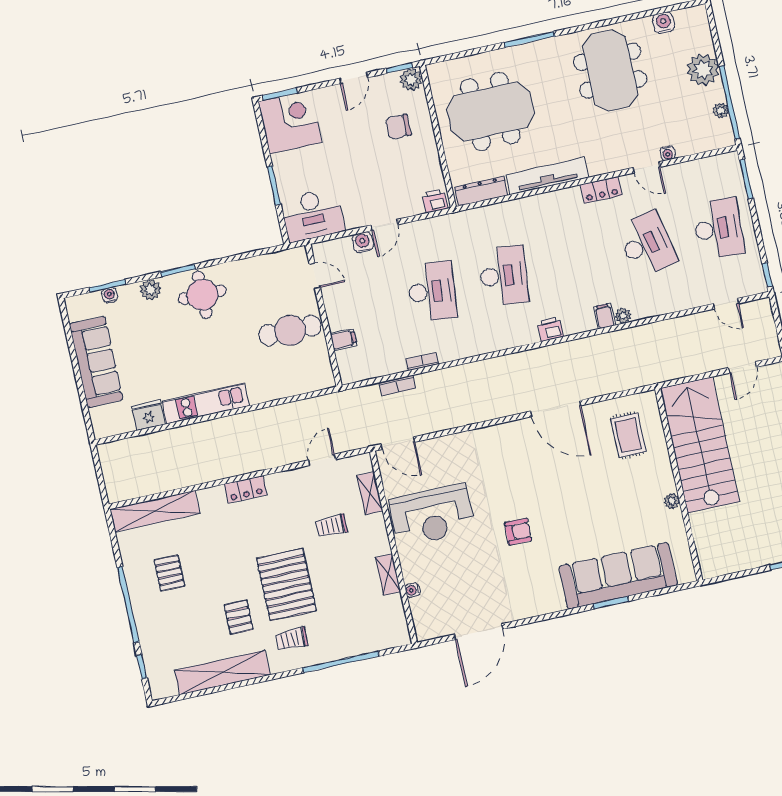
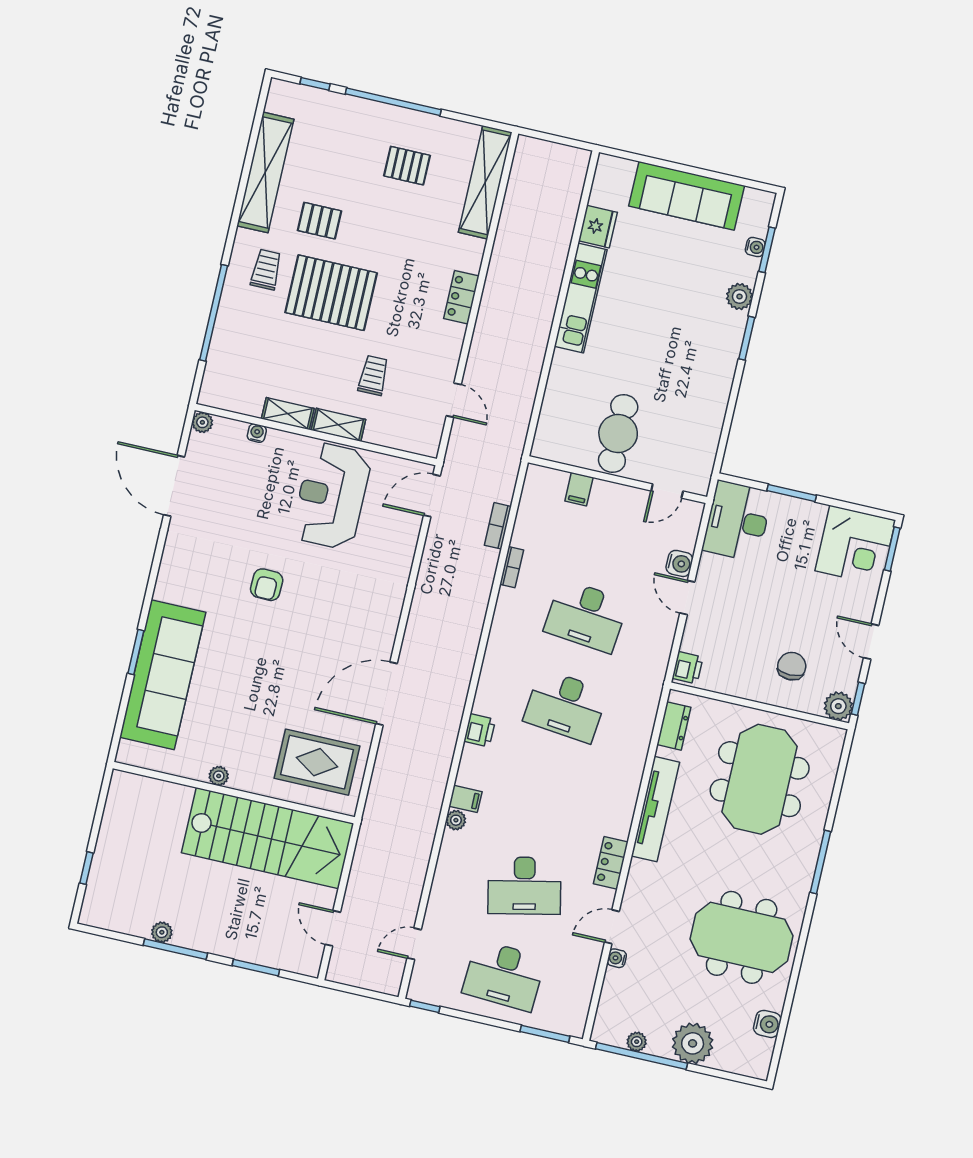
dresser: (481, 191) -> (674, 726), width x0.70
round table: (202, 295) -> (706, 353), removed
rug: (628, 435) -> (317, 762), width x1.36, depth x1.43
shelving: (370, 493) -> (338, 425), moved
plant: (423, 633) -> (202, 422), added

